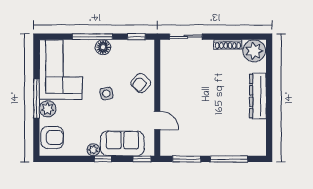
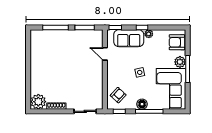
armchair: (141, 83) -> (118, 95), moved
dresser: (258, 96) -> (36, 71), removed

